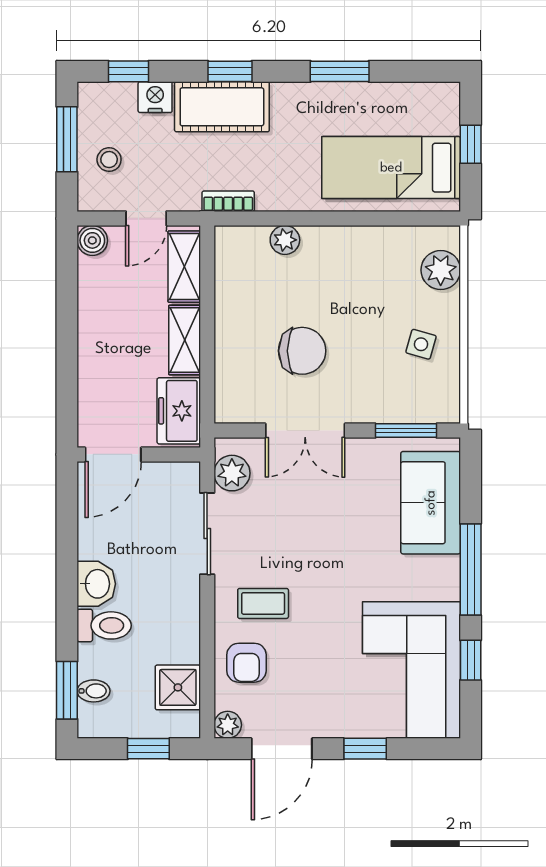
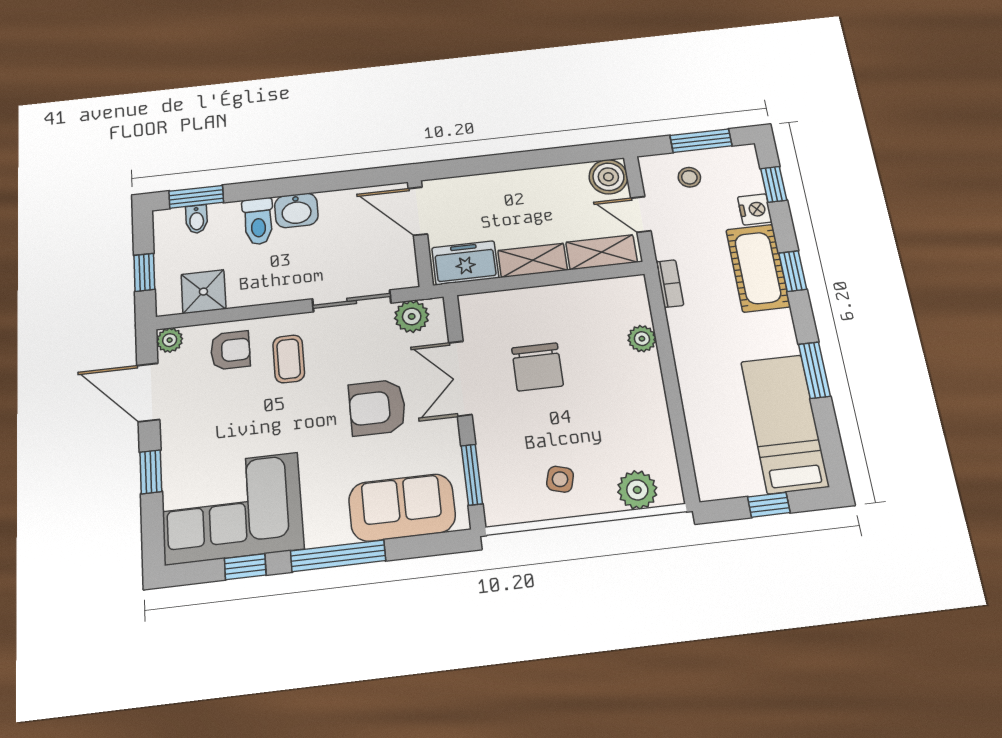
bed: (391, 168) -> (784, 423), moved
boiler: (92, 240) -> (608, 177), width x1.36, depth x1.36
armchair: (326, 518) -> (377, 408), added
armchair: (246, 663) -> (230, 350), turned 180

